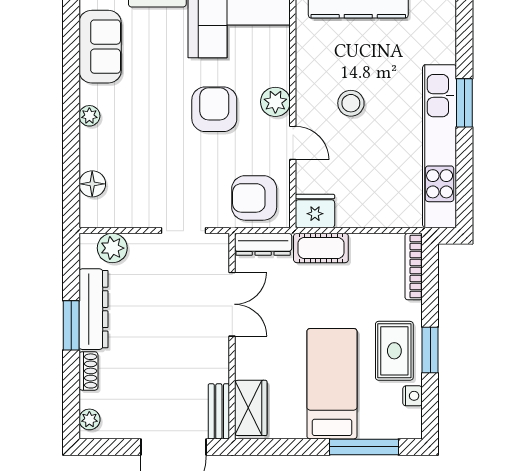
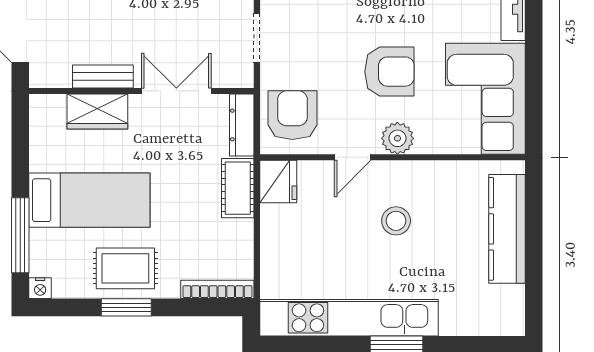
double door: (232, 304) -> (176, 91), swing flipped
nightstand: (413, 396) -> (40, 288), moved
wardrobe: (251, 408) -> (97, 111), moved
bench: (219, 411) -> (103, 77), moved

